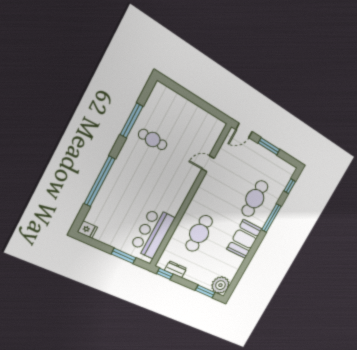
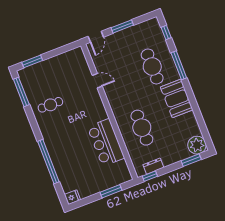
window: (178, 89) -> (32, 61), added
window: (131, 121) -> (21, 92), moved
door: (208, 164) -> (97, 81), swing flipped
bar counter: (152, 233) -> (106, 142), moved

